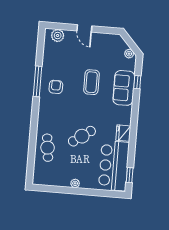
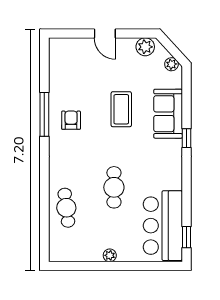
plant: (58, 35) -> (145, 47), moved
window: (137, 82) -> (186, 138), moved
fridge: (123, 133) -> (173, 178), removed
cafe table: (82, 136) -> (114, 187), turned -55

